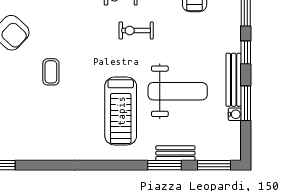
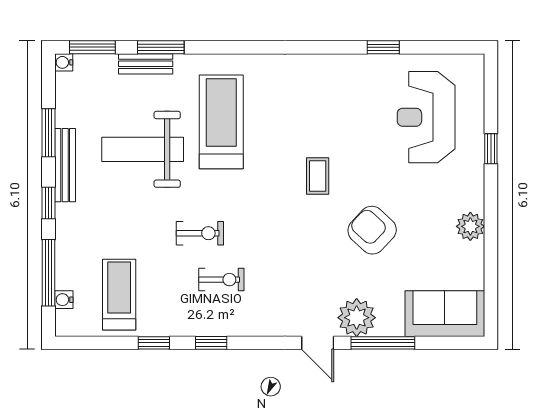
water cooler: (235, 114) -> (64, 62), moved

